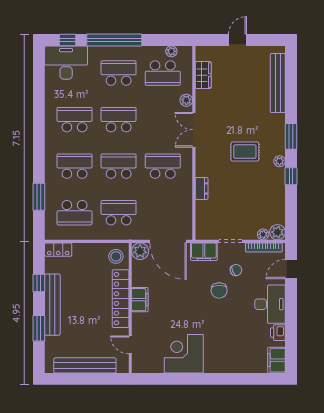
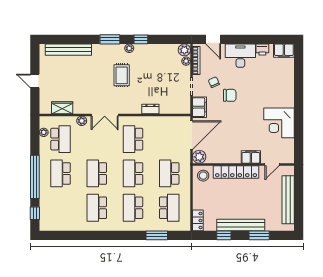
desk: (66, 63) -> (52, 214), removed
filing cabinet: (140, 300) -> (251, 157), moved

